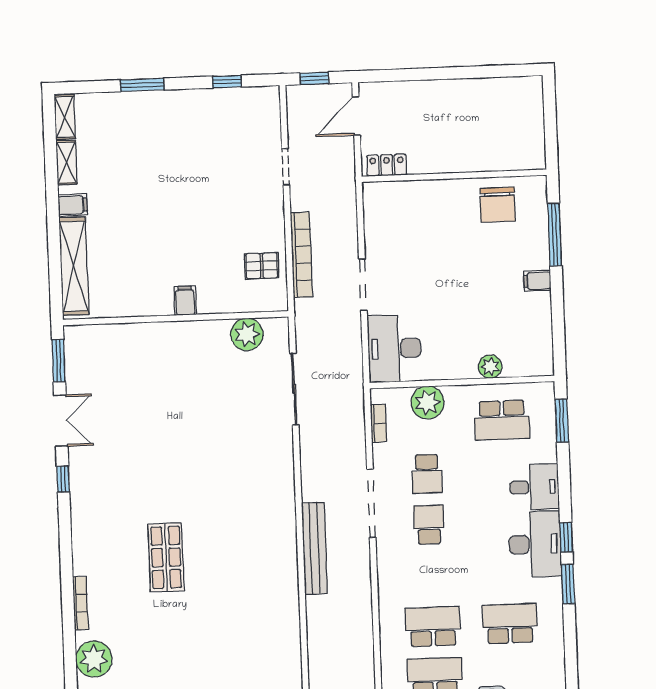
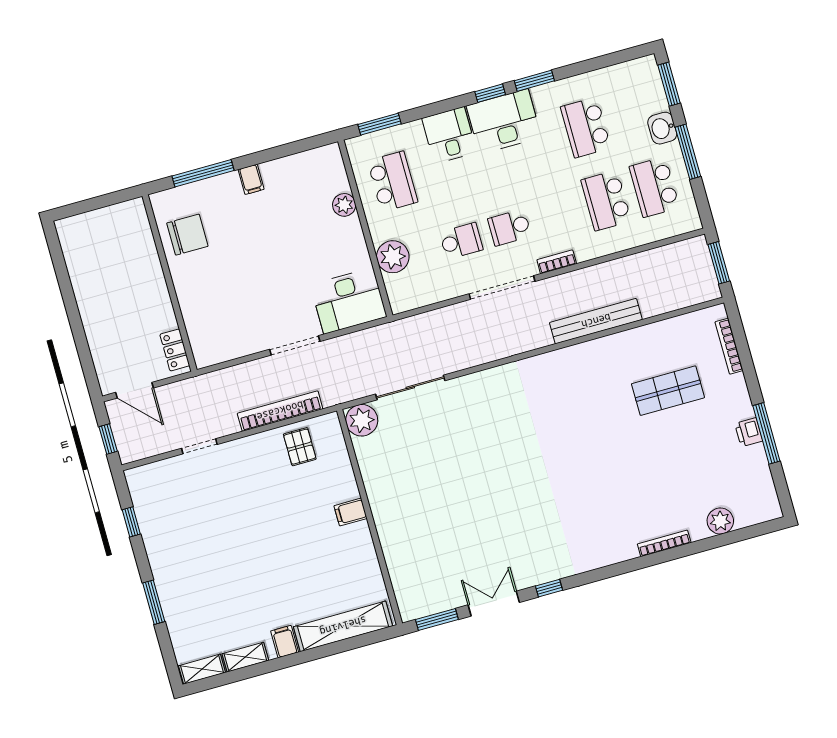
plant: (247, 334) -> (362, 420), moved
bookcase: (378, 423) -> (557, 262), moved
bench: (314, 548) -> (596, 321), moved
shop shelf: (166, 557) -> (668, 391), moved
plant: (94, 659) -> (720, 521), width x0.73, depth x0.73

